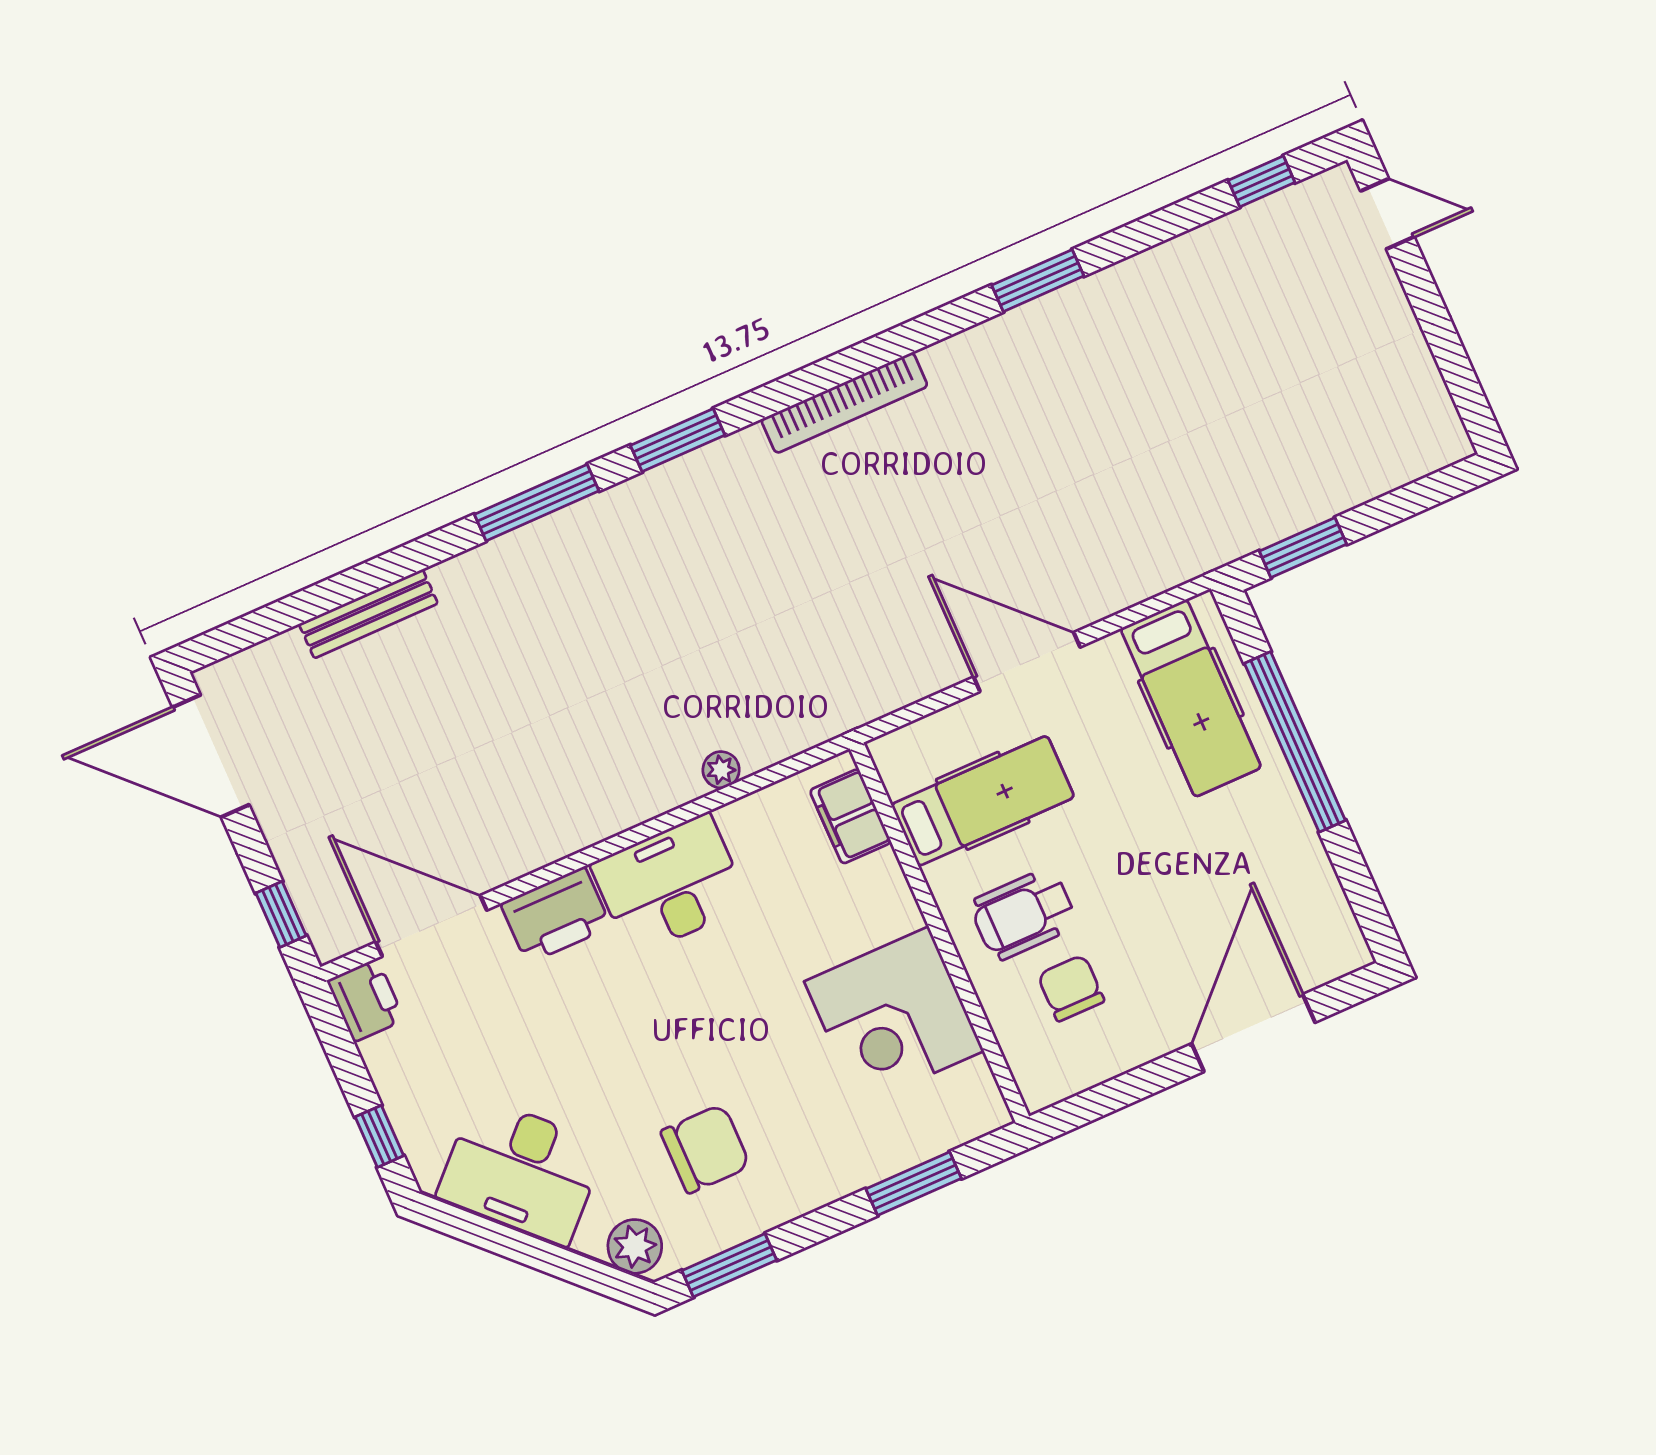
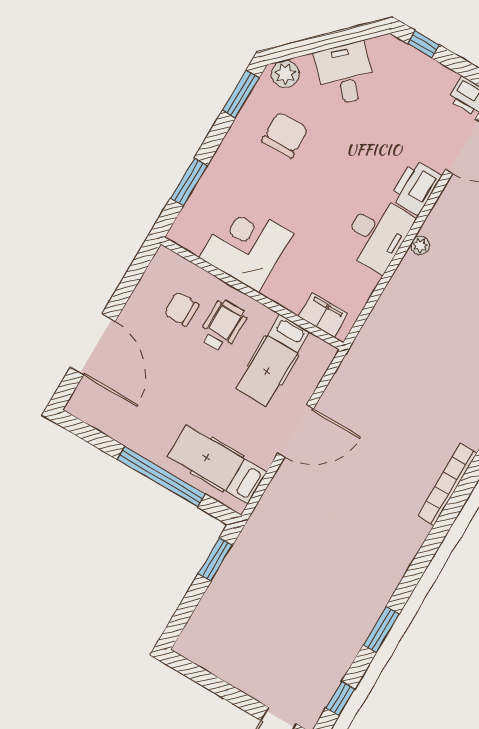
window: (1038, 281) -> (381, 630), moved
plant: (721, 770) -> (420, 245), moved
chair: (1071, 988) -> (181, 309), turned 180
chair: (705, 1149) -> (285, 135), turned 180
desk: (521, 1171) -> (345, 74), width x0.73

